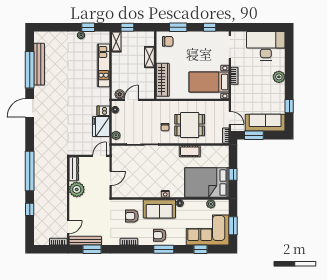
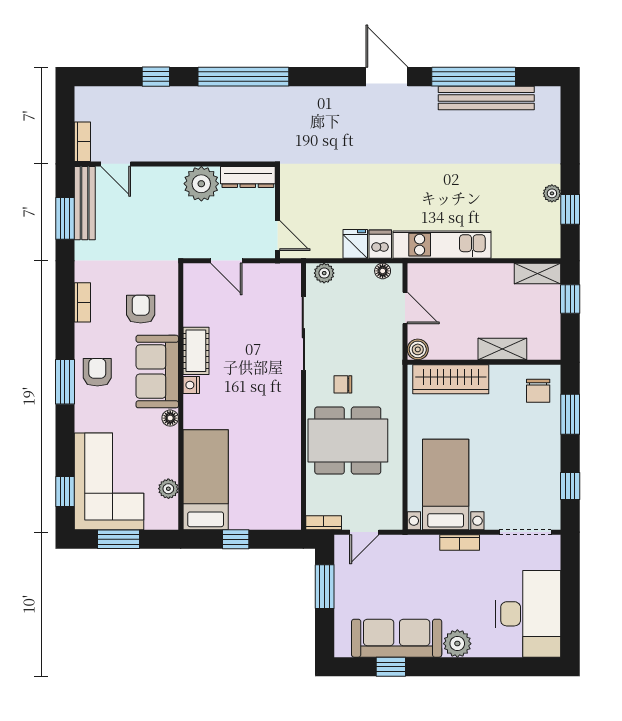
kitchen unit: (104, 65) -> (442, 245), moved
boiler: (120, 94) -> (418, 349), moved
sofa: (265, 123) -> (397, 638), moved, turned -90
dining table: (190, 125) -> (348, 440), width x1.37
fridge: (101, 127) -> (355, 244), width x0.53, depth x0.75
cot: (190, 151) -> (196, 351), moved
bed: (207, 183) -> (206, 480), width x0.67
window: (200, 249) -> (65, 491), moved

